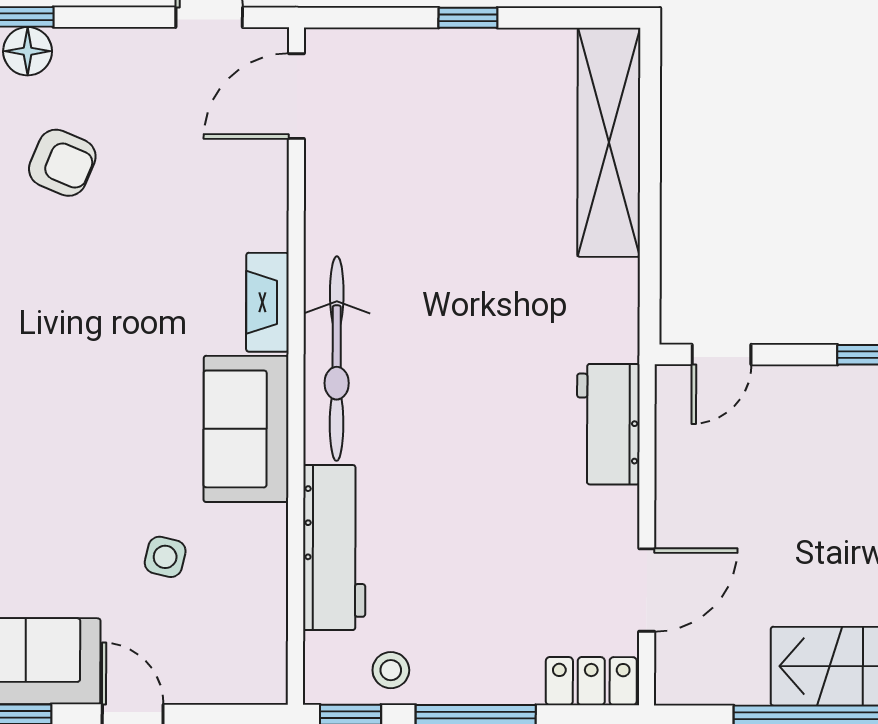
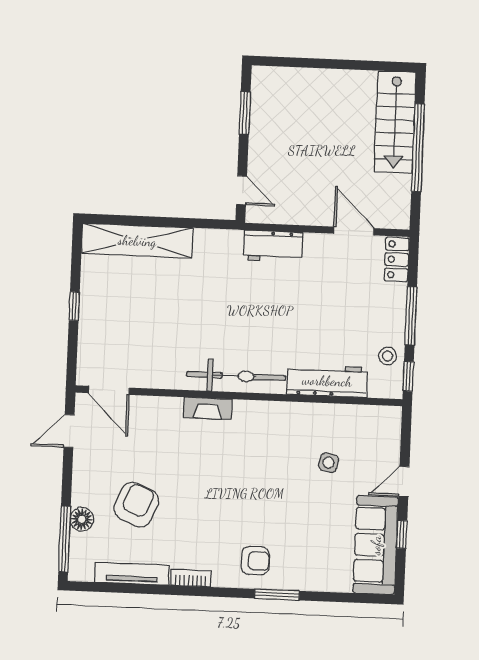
armchair: (62, 163) -> (136, 505), width x1.38, depth x1.38
sofa: (246, 429) -> (268, 421), removed

